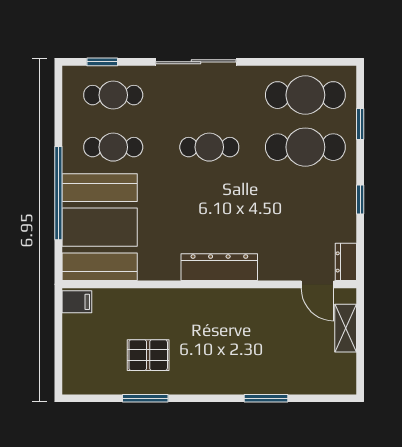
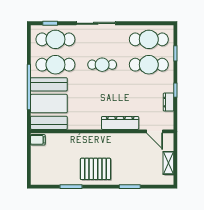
cafe table: (113, 95) -> (55, 39), width x1.37, depth x1.35
cafe table: (113, 147) -> (55, 65), width x1.37, depth x1.35
dresser: (346, 262) -> (168, 102), moved
dresser: (219, 267) -> (120, 123), moved
shelving: (346, 328) -> (168, 163), moved
pallet: (148, 355) -> (96, 169), moved, width x1.50, depth x1.42

